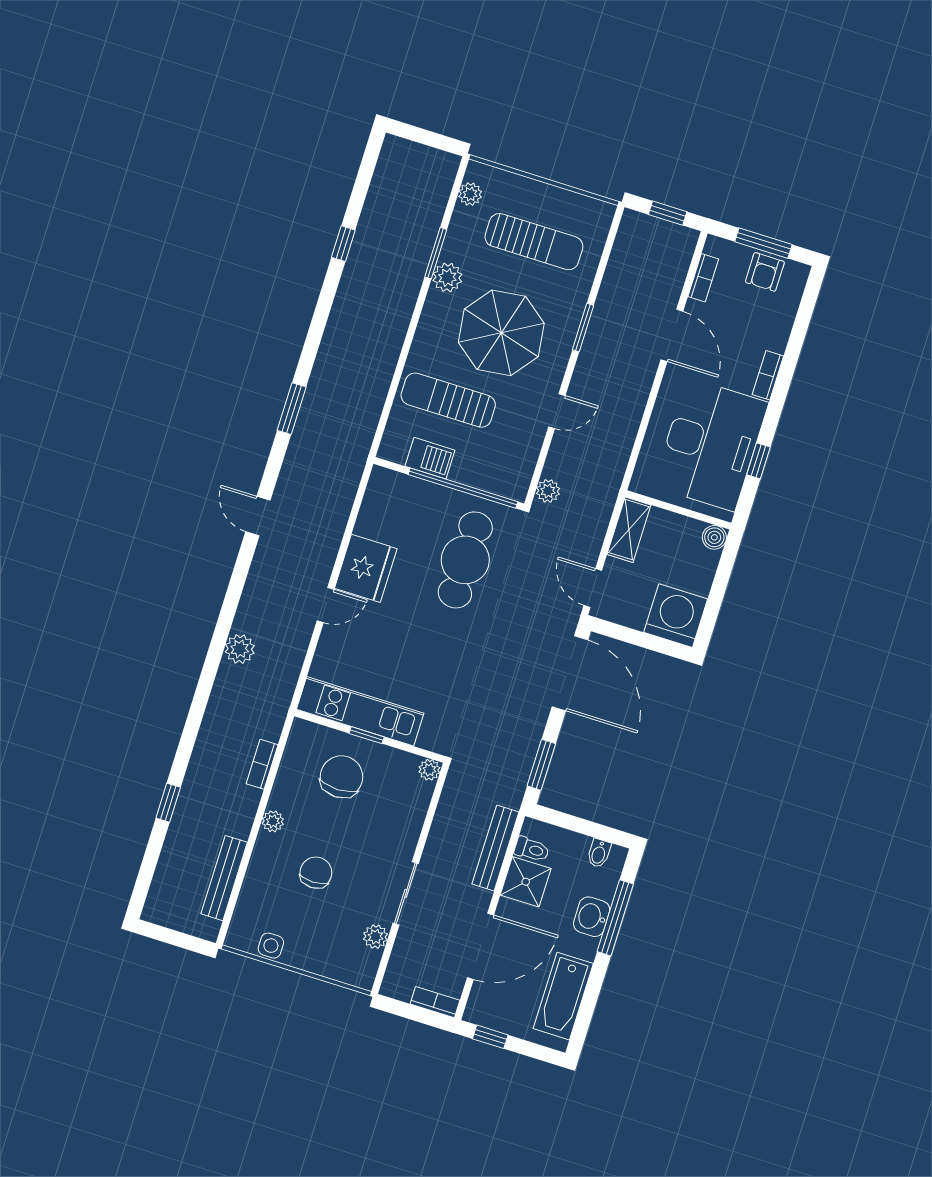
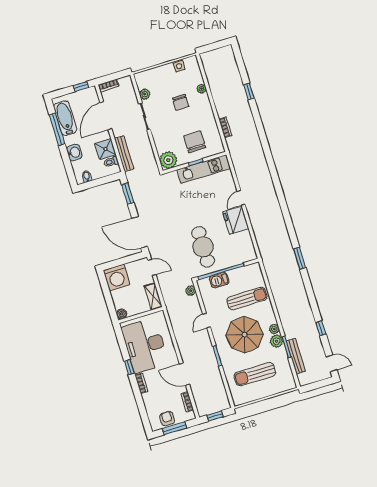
plant: (470, 194) -> (274, 329), moved
barbecue: (430, 458) -> (219, 280), moved
window: (758, 461) -> (129, 367), moved
door: (258, 516) -> (331, 363), moved
plant: (240, 649) -> (261, 162), removed
plant: (429, 770) -> (168, 160), width x1.88, depth x1.88
chair: (341, 777) -> (195, 142), turned 180
plant: (273, 821) -> (202, 89), moved
bench: (224, 878) -> (296, 356), moved
window: (615, 918) -> (57, 129), moved

